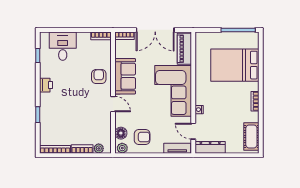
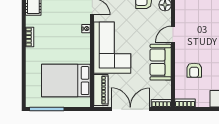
bed: (235, 65) -> (66, 81), moved, turned 180
armchair: (99, 77) -> (194, 70), moved
door: (113, 104) -> (173, 34), hinge flipped

